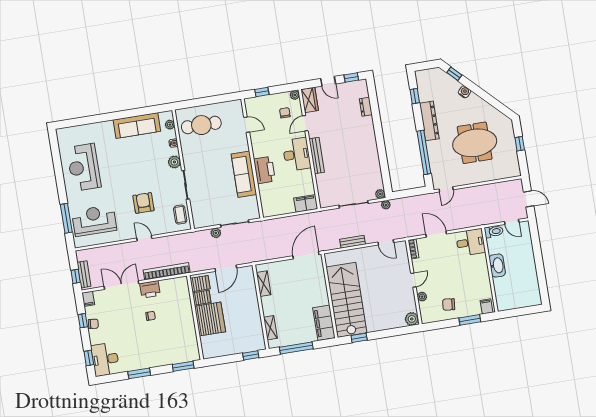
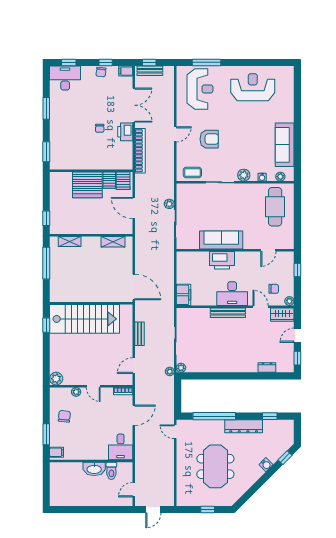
toilet: (494, 232) -> (111, 471), moved
filing cabinet: (324, 323) -> (66, 294), removed

